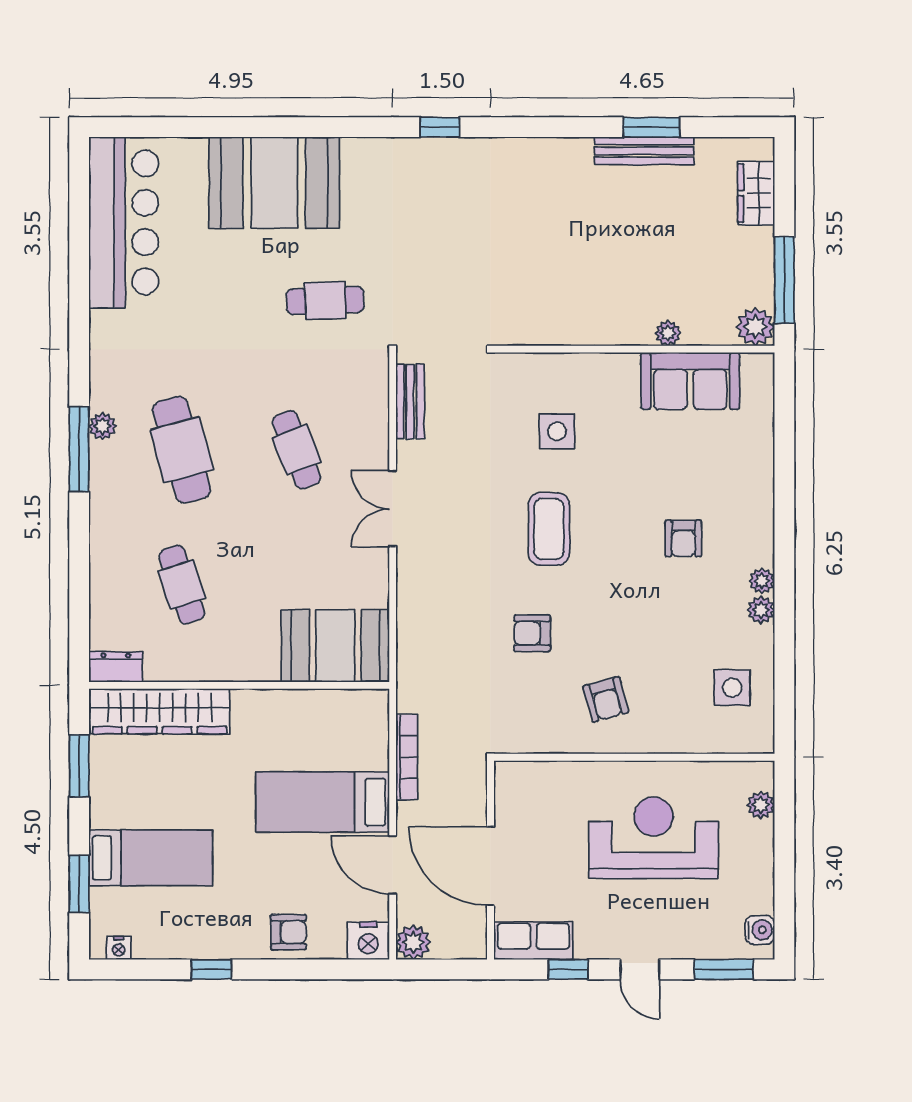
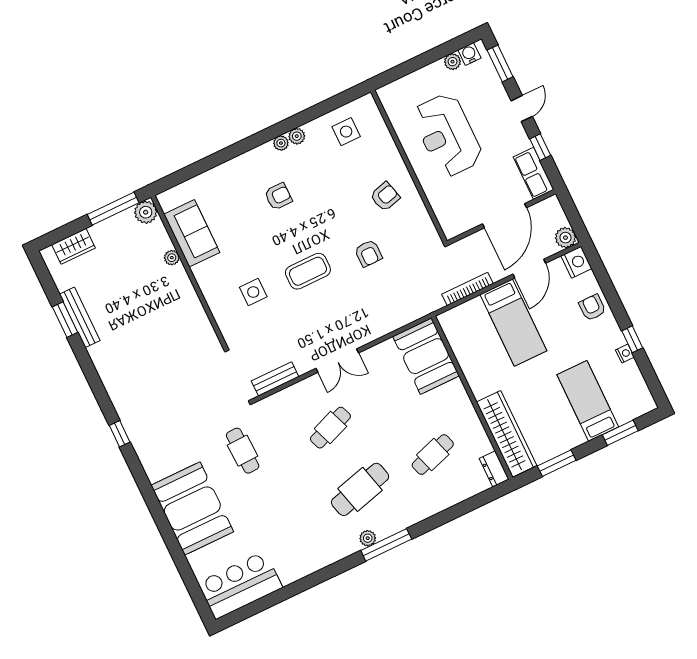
bar counter: (124, 222) -> (240, 585), width x0.73
plant: (761, 805) -> (453, 62), moved
nightstand: (119, 948) -> (625, 353), moved

